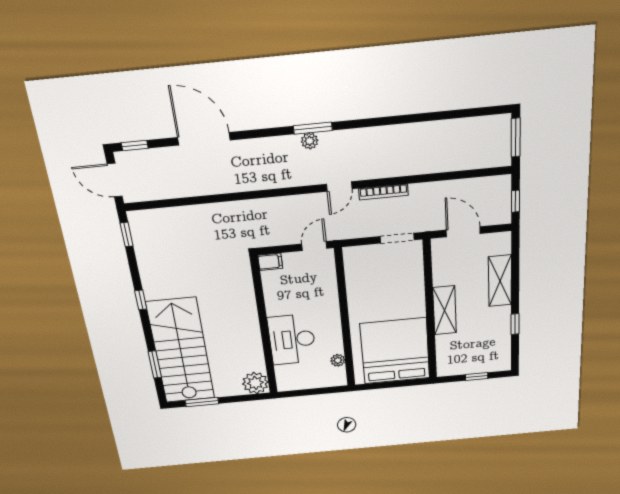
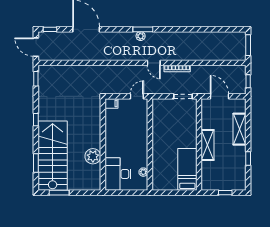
door: (339, 187) -> (154, 63), hinge flipped
desk: (292, 339) -> (118, 174), moved
bed: (395, 351) -> (187, 169), width x0.49
plant: (255, 383) -> (93, 156), moved

